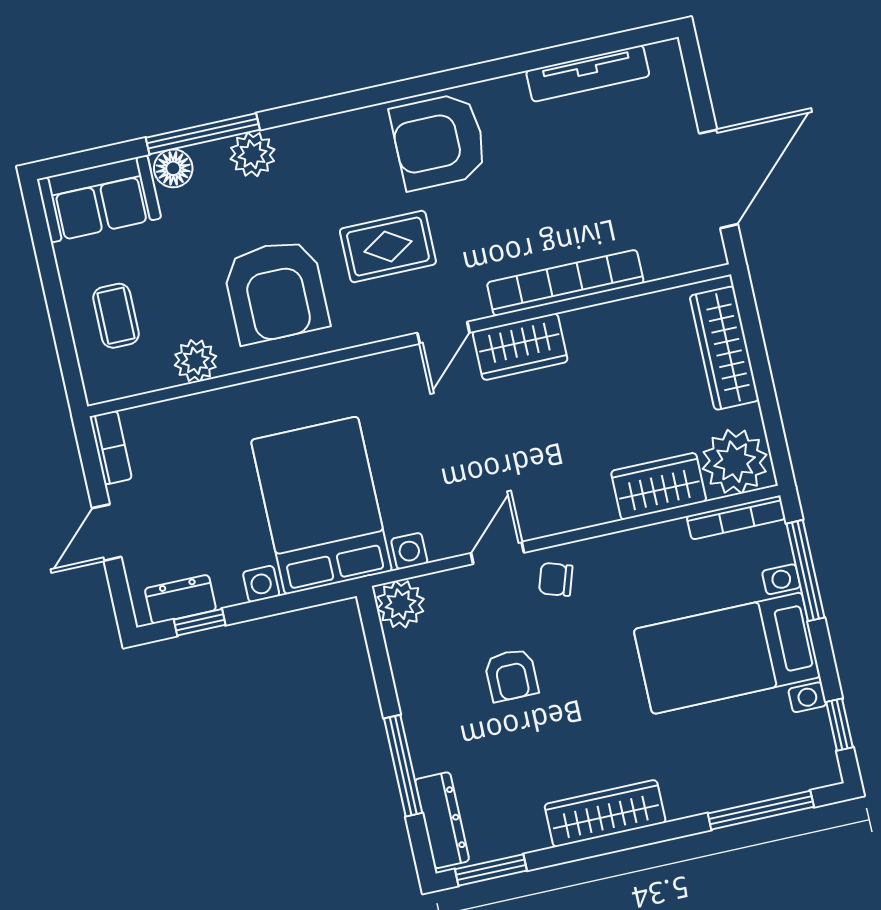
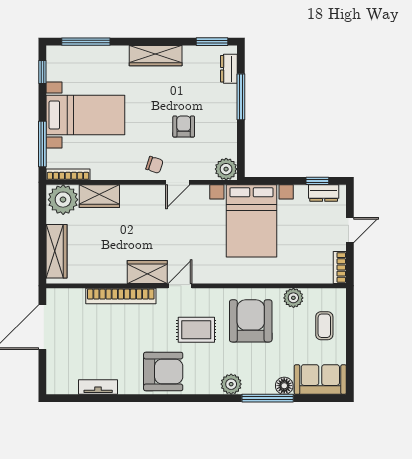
tv unit: (588, 73) -> (98, 387), width x0.71
plant: (252, 154) -> (231, 384), moved
dresser: (442, 820) -> (229, 69), width x0.70

